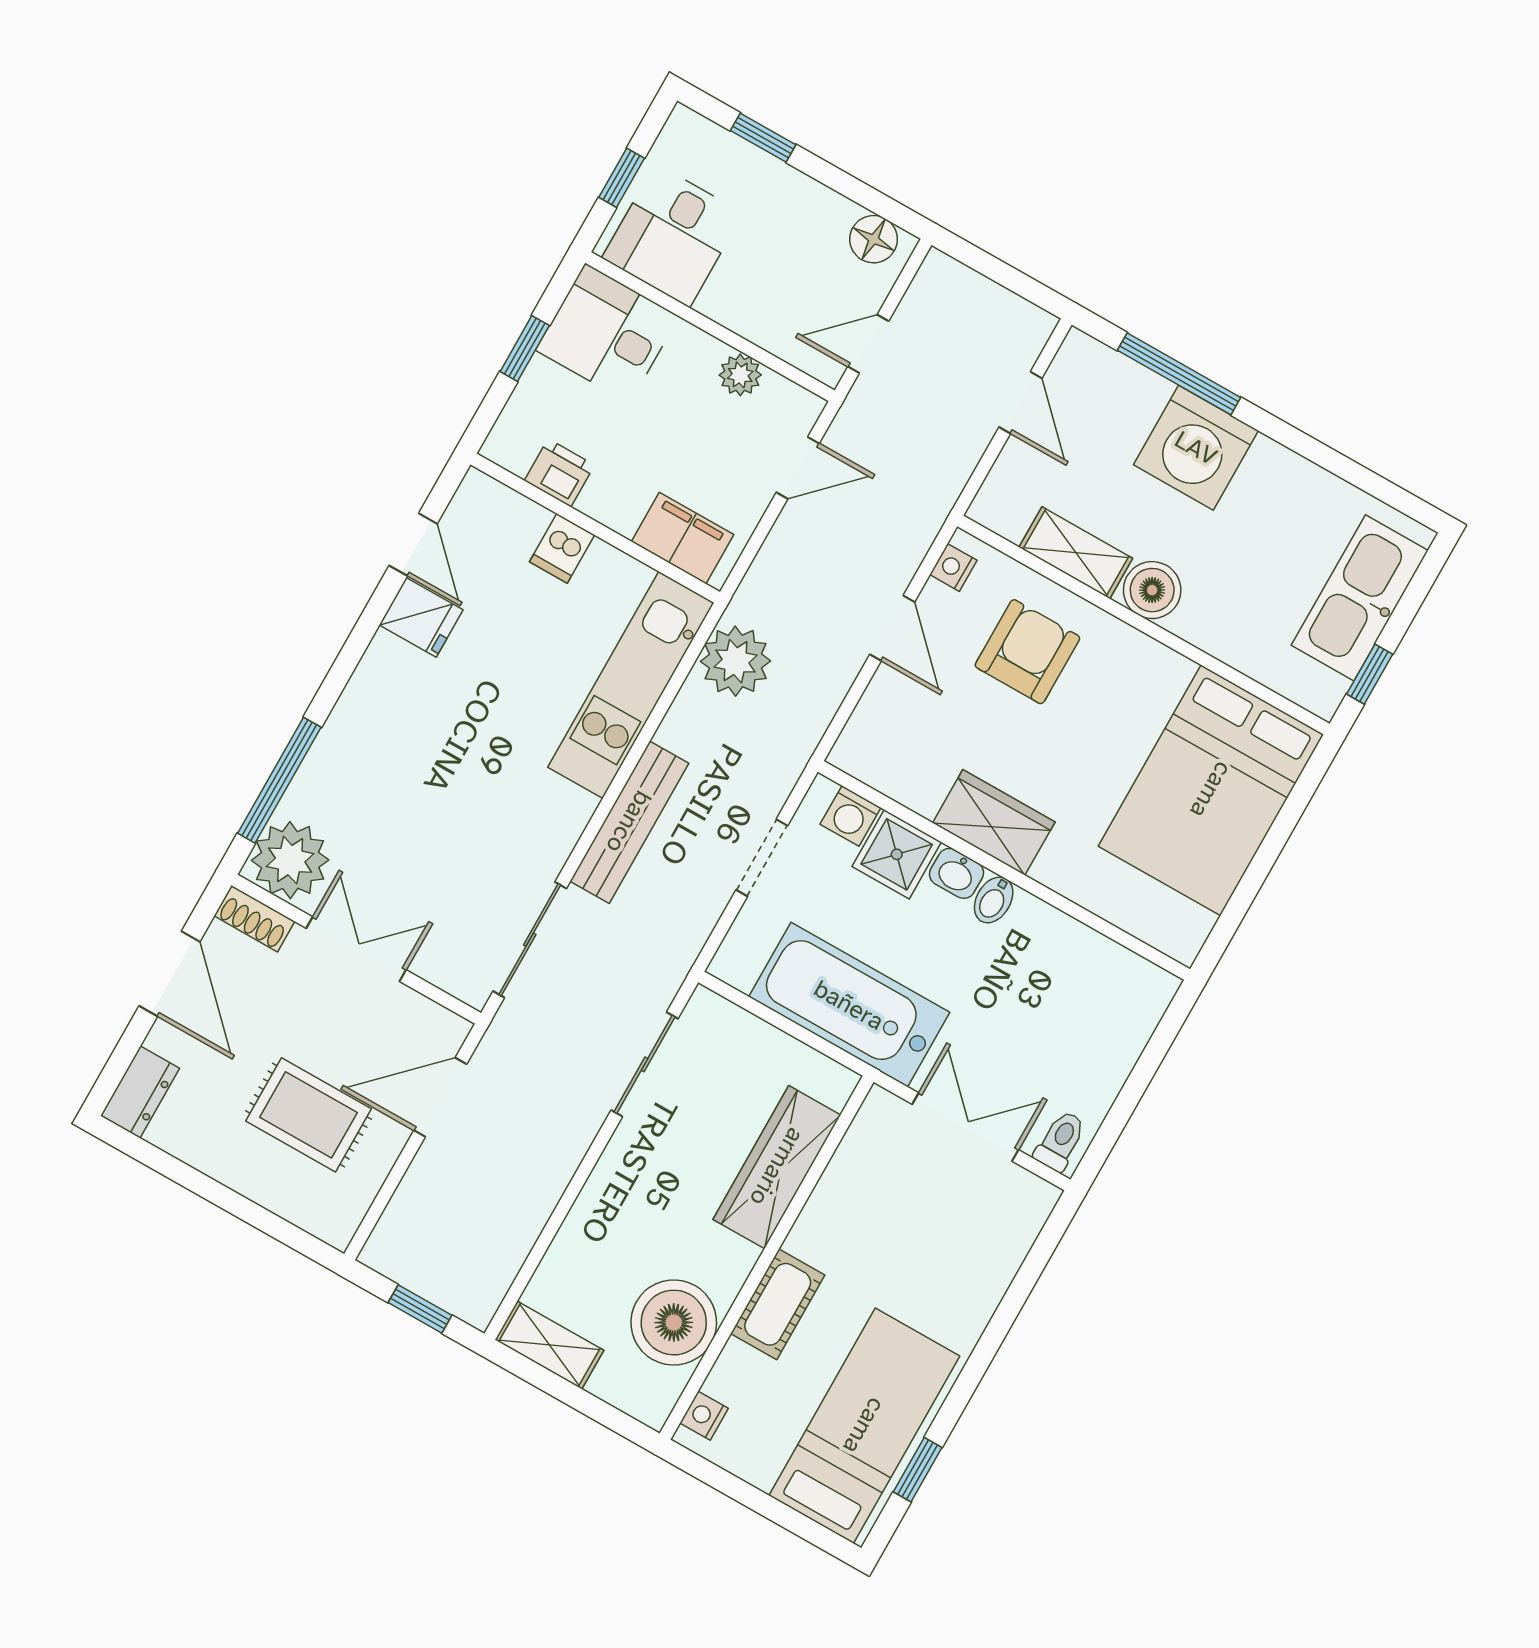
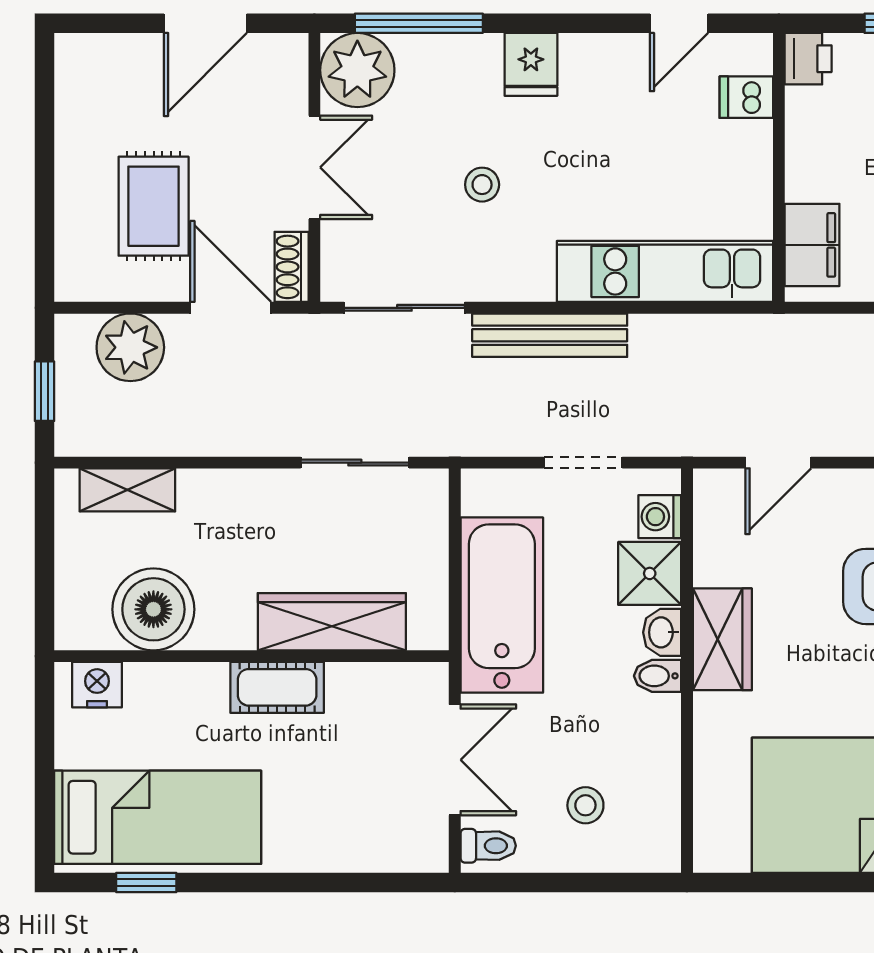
printer: (559, 473) -> (808, 59), moved
dishwasher: (562, 548) -> (746, 97), moved
fridge: (421, 617) -> (531, 64), moved
door: (892, 628) -> (778, 463), moved
plant: (735, 661) -> (130, 347), moved
stool: (458, 806) -> (482, 185), added
shoe rack: (254, 919) -> (292, 267), moved
stool: (1074, 1032) -> (585, 805), added
dresser: (140, 1092) -> (93, 55), removed
cot: (778, 1304) -> (277, 687), moved
shelving: (549, 1345) -> (127, 490), moved, turned 90
nightstand: (704, 1416) -> (97, 685), width x1.39, depth x1.35

